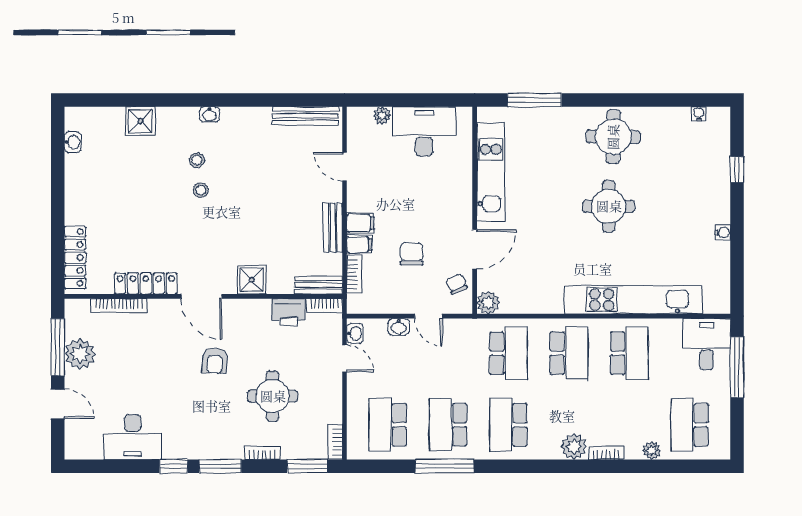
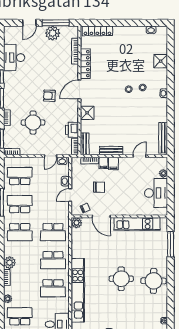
school desk: (508, 425) -> (20, 232), turned 180

